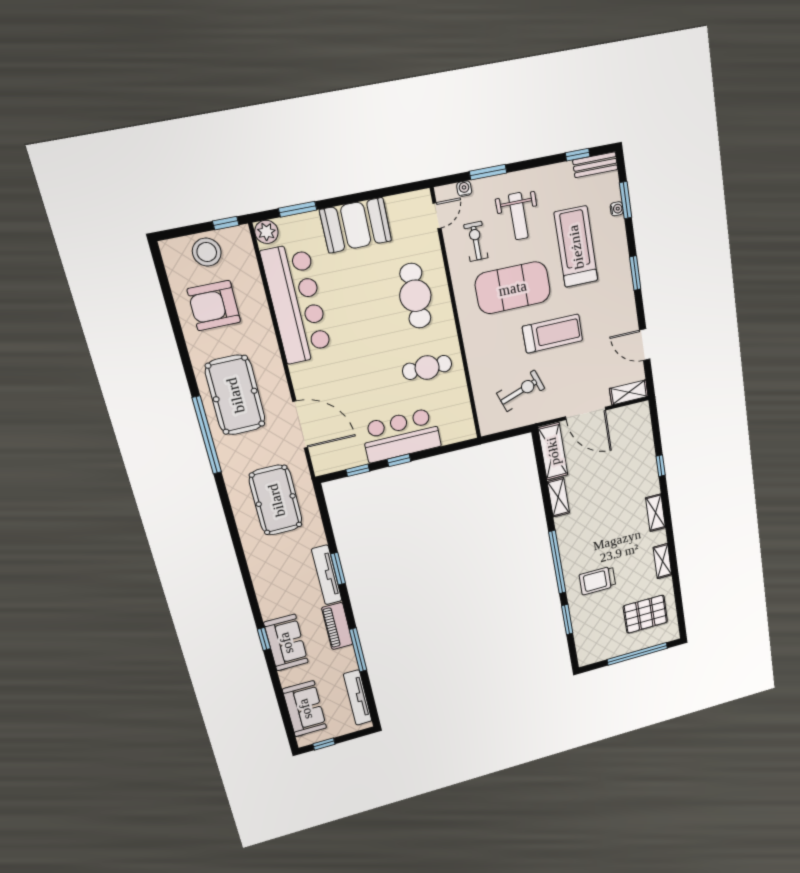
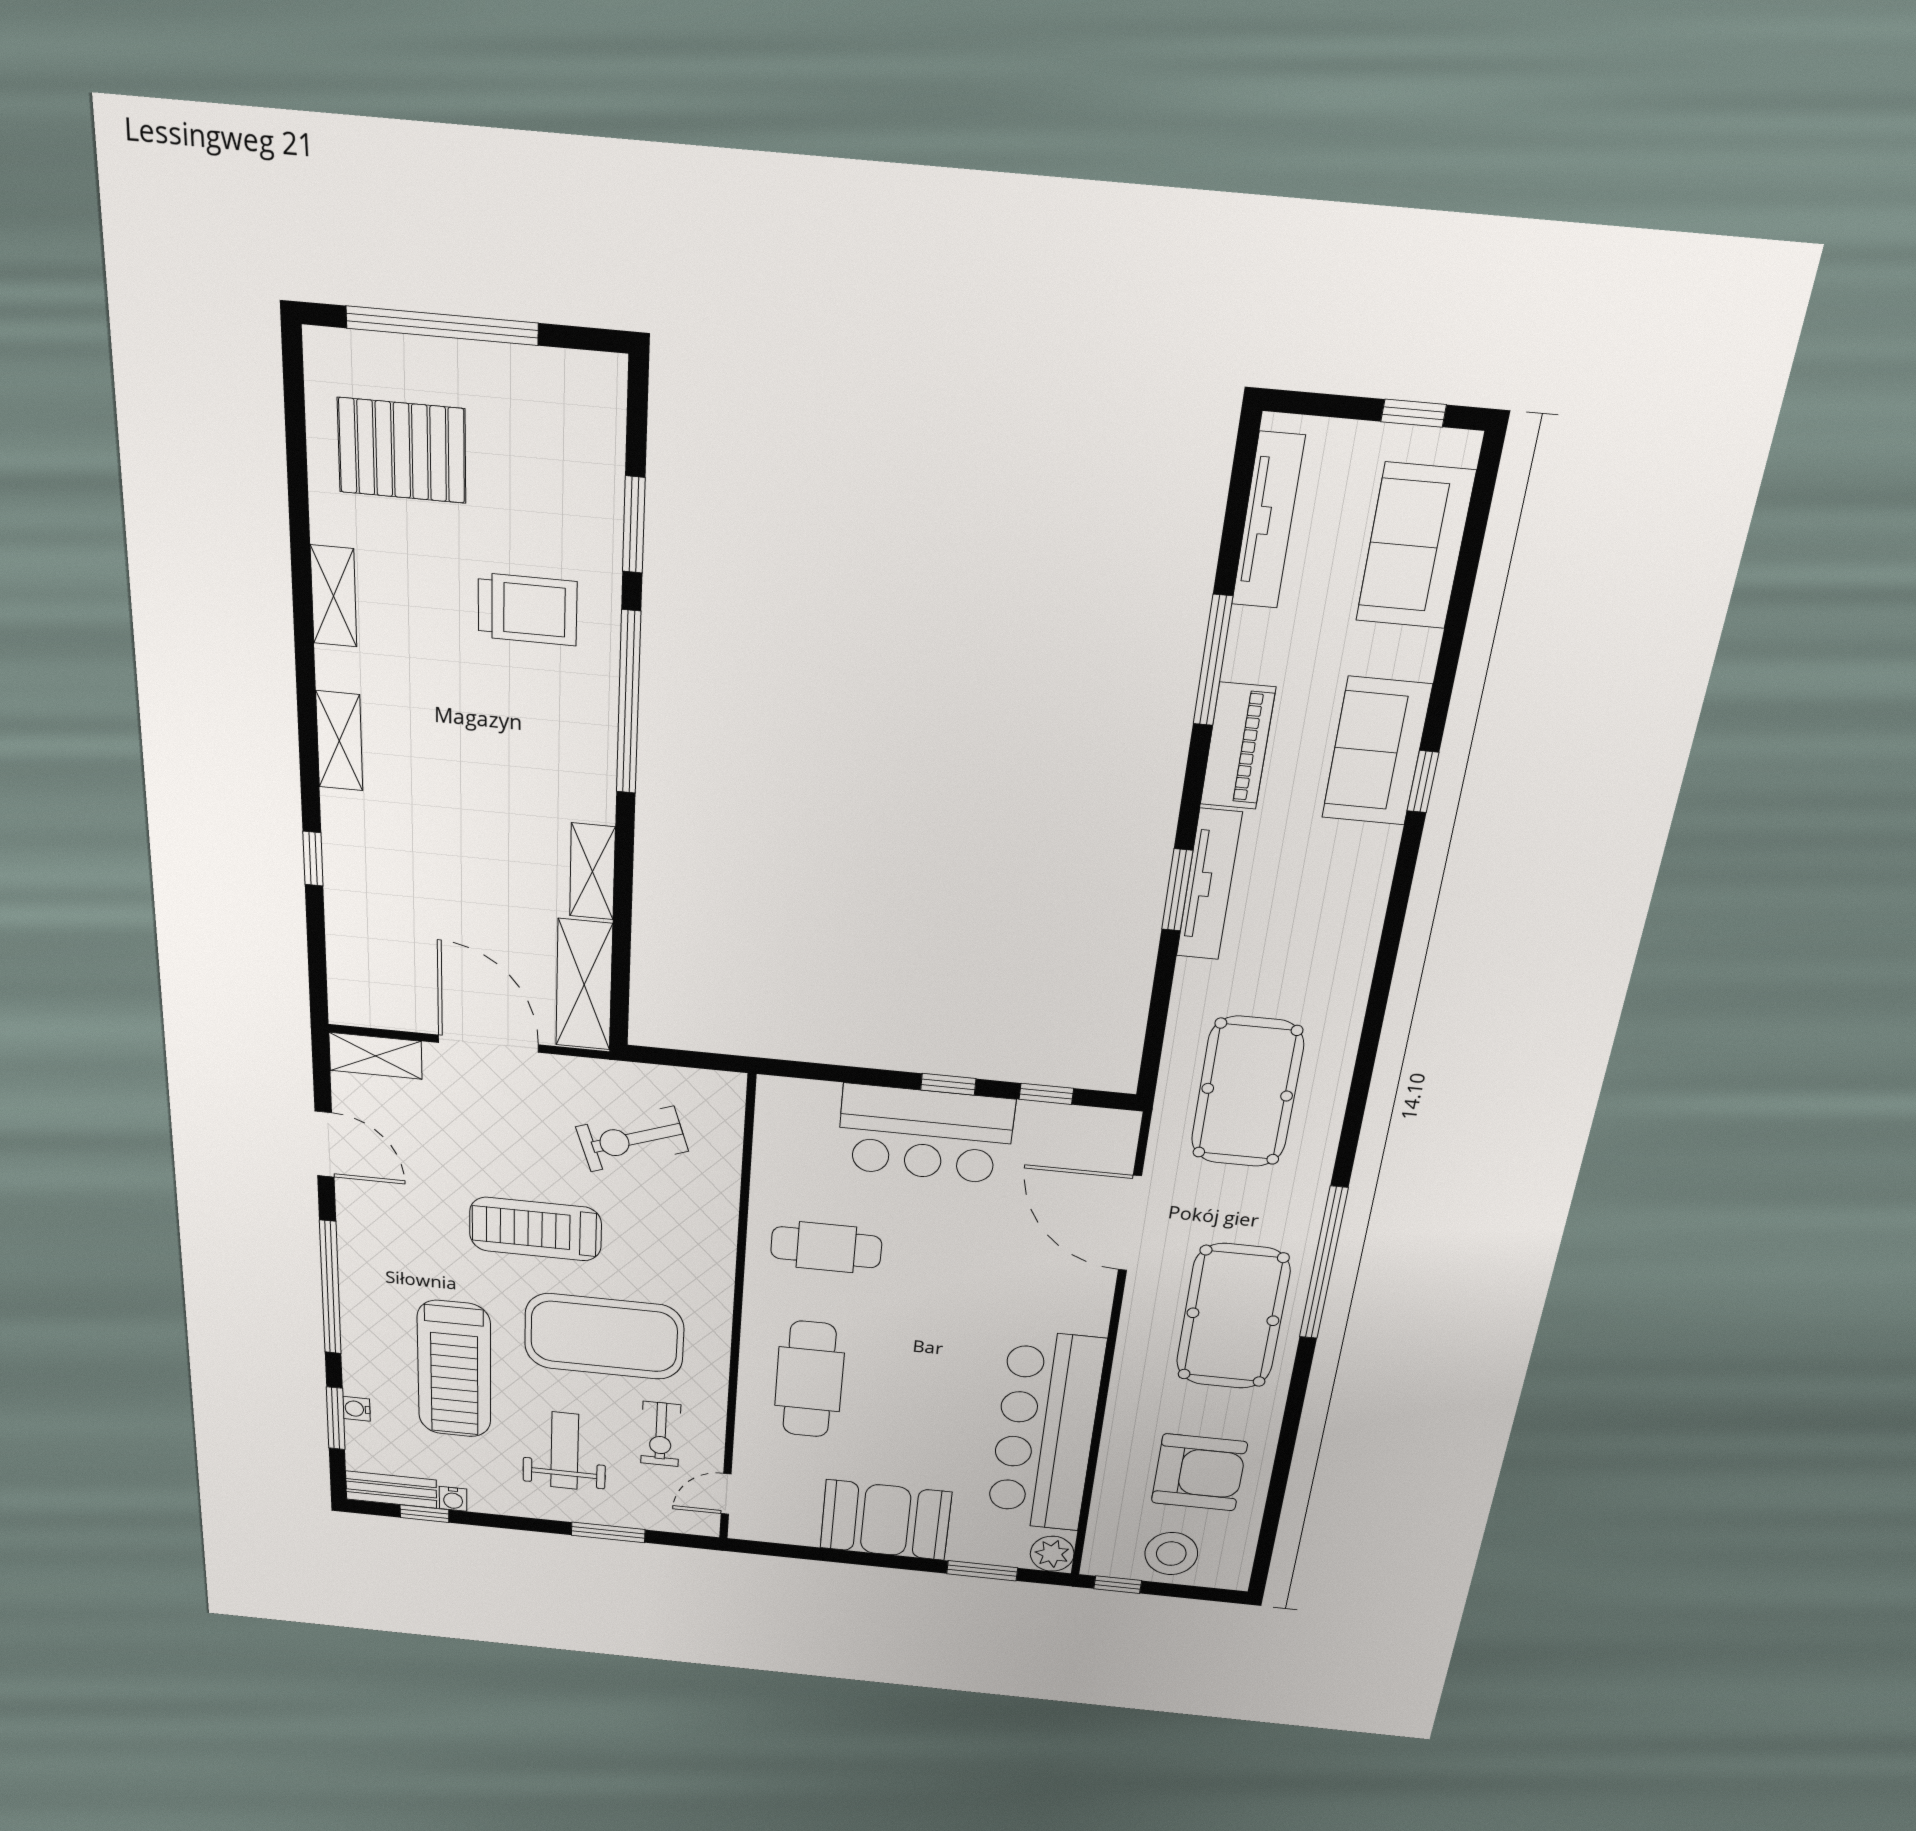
water cooler: (464, 189) -> (453, 1499), moved
window: (635, 273) -> (330, 1288), width x2.11

